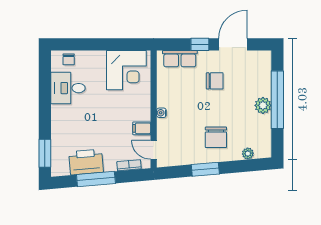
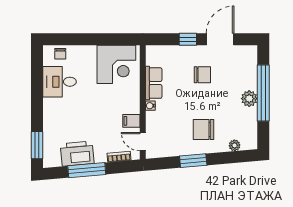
row of seats: (180, 59) -> (154, 83), moved, turned -90
chair: (216, 137) -> (203, 130), turned 90

